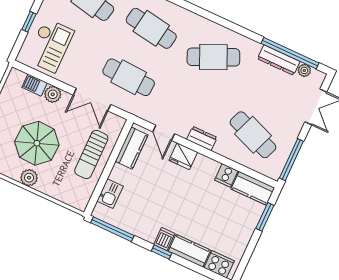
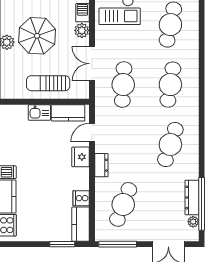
cafe table: (213, 57) -> (170, 145), turned 42
kitchen sink: (110, 194) -> (39, 112), moved

